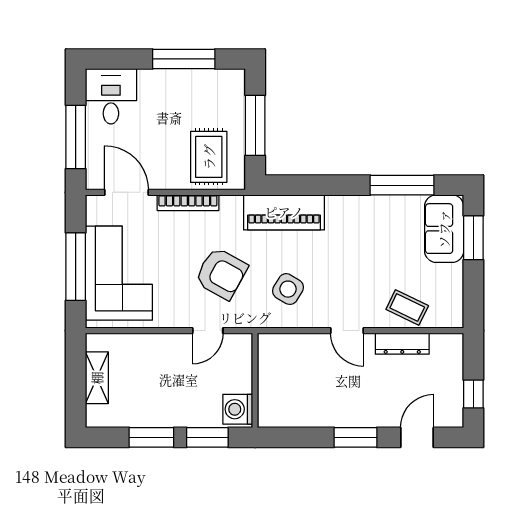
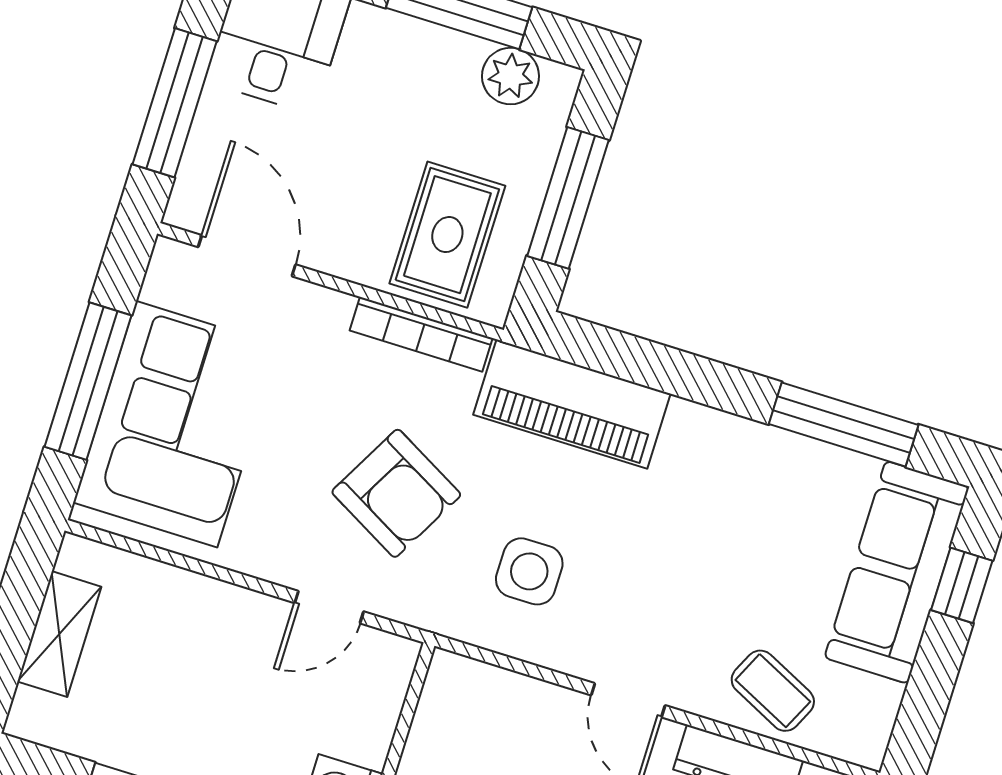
plant: (215, 81) -> (510, 76), added
bookcase: (188, 203) -> (421, 334), moved
sofa: (444, 229) -> (897, 572), width x1.36
window: (473, 238) -> (962, 585), width x0.67
side table: (288, 289) -> (529, 571), turned -31

